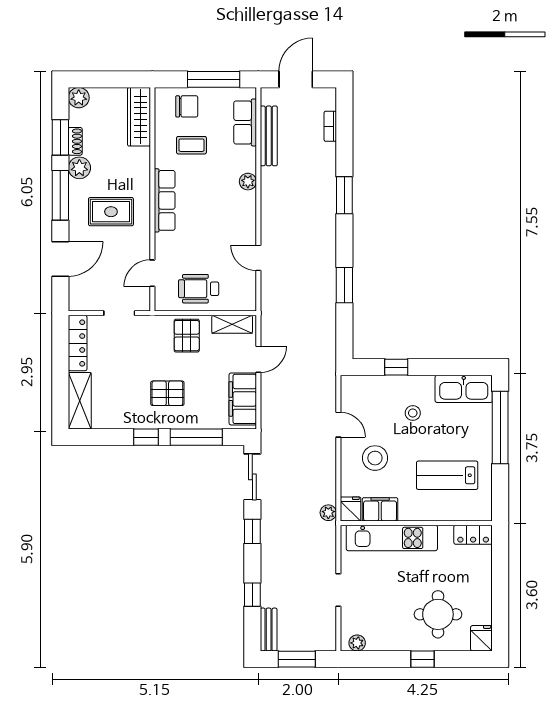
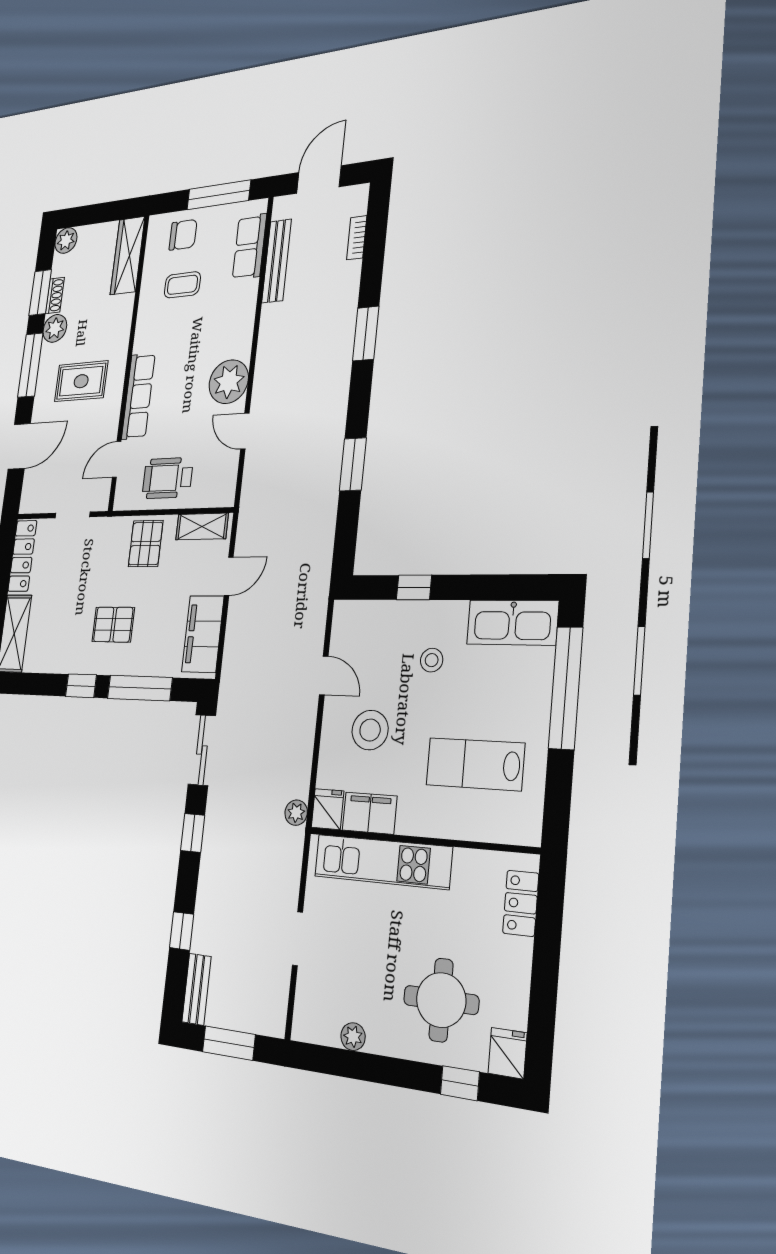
plant: (248, 182) -> (229, 382), moved, width x1.88, depth x1.88
row of seats: (165, 200) -> (138, 396), moved
locker: (473, 535) -> (521, 903), moved, turned 90
plant: (357, 643) -> (353, 1037), moved
window: (422, 659) -> (460, 1083), moved

